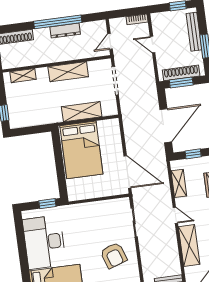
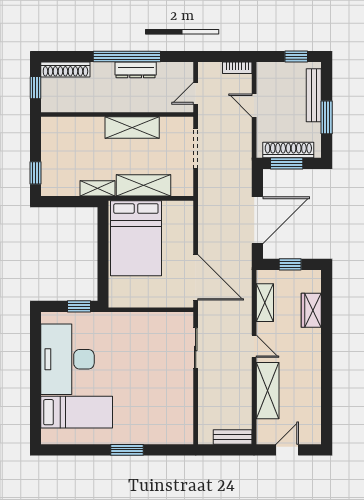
shelving: (23, 76) -> (97, 188), moved
armchair: (114, 255) -> (161, 390), removed

